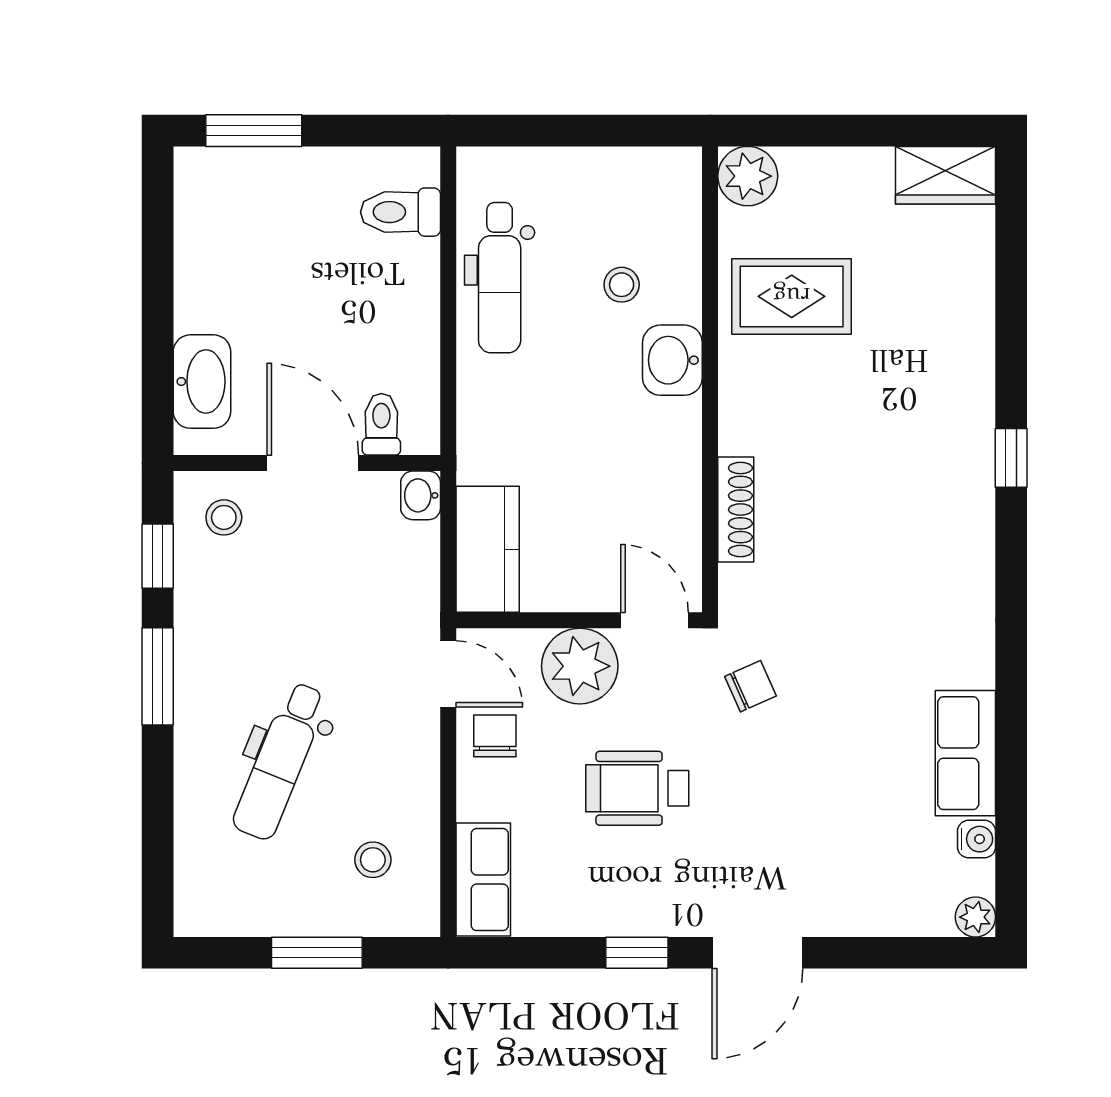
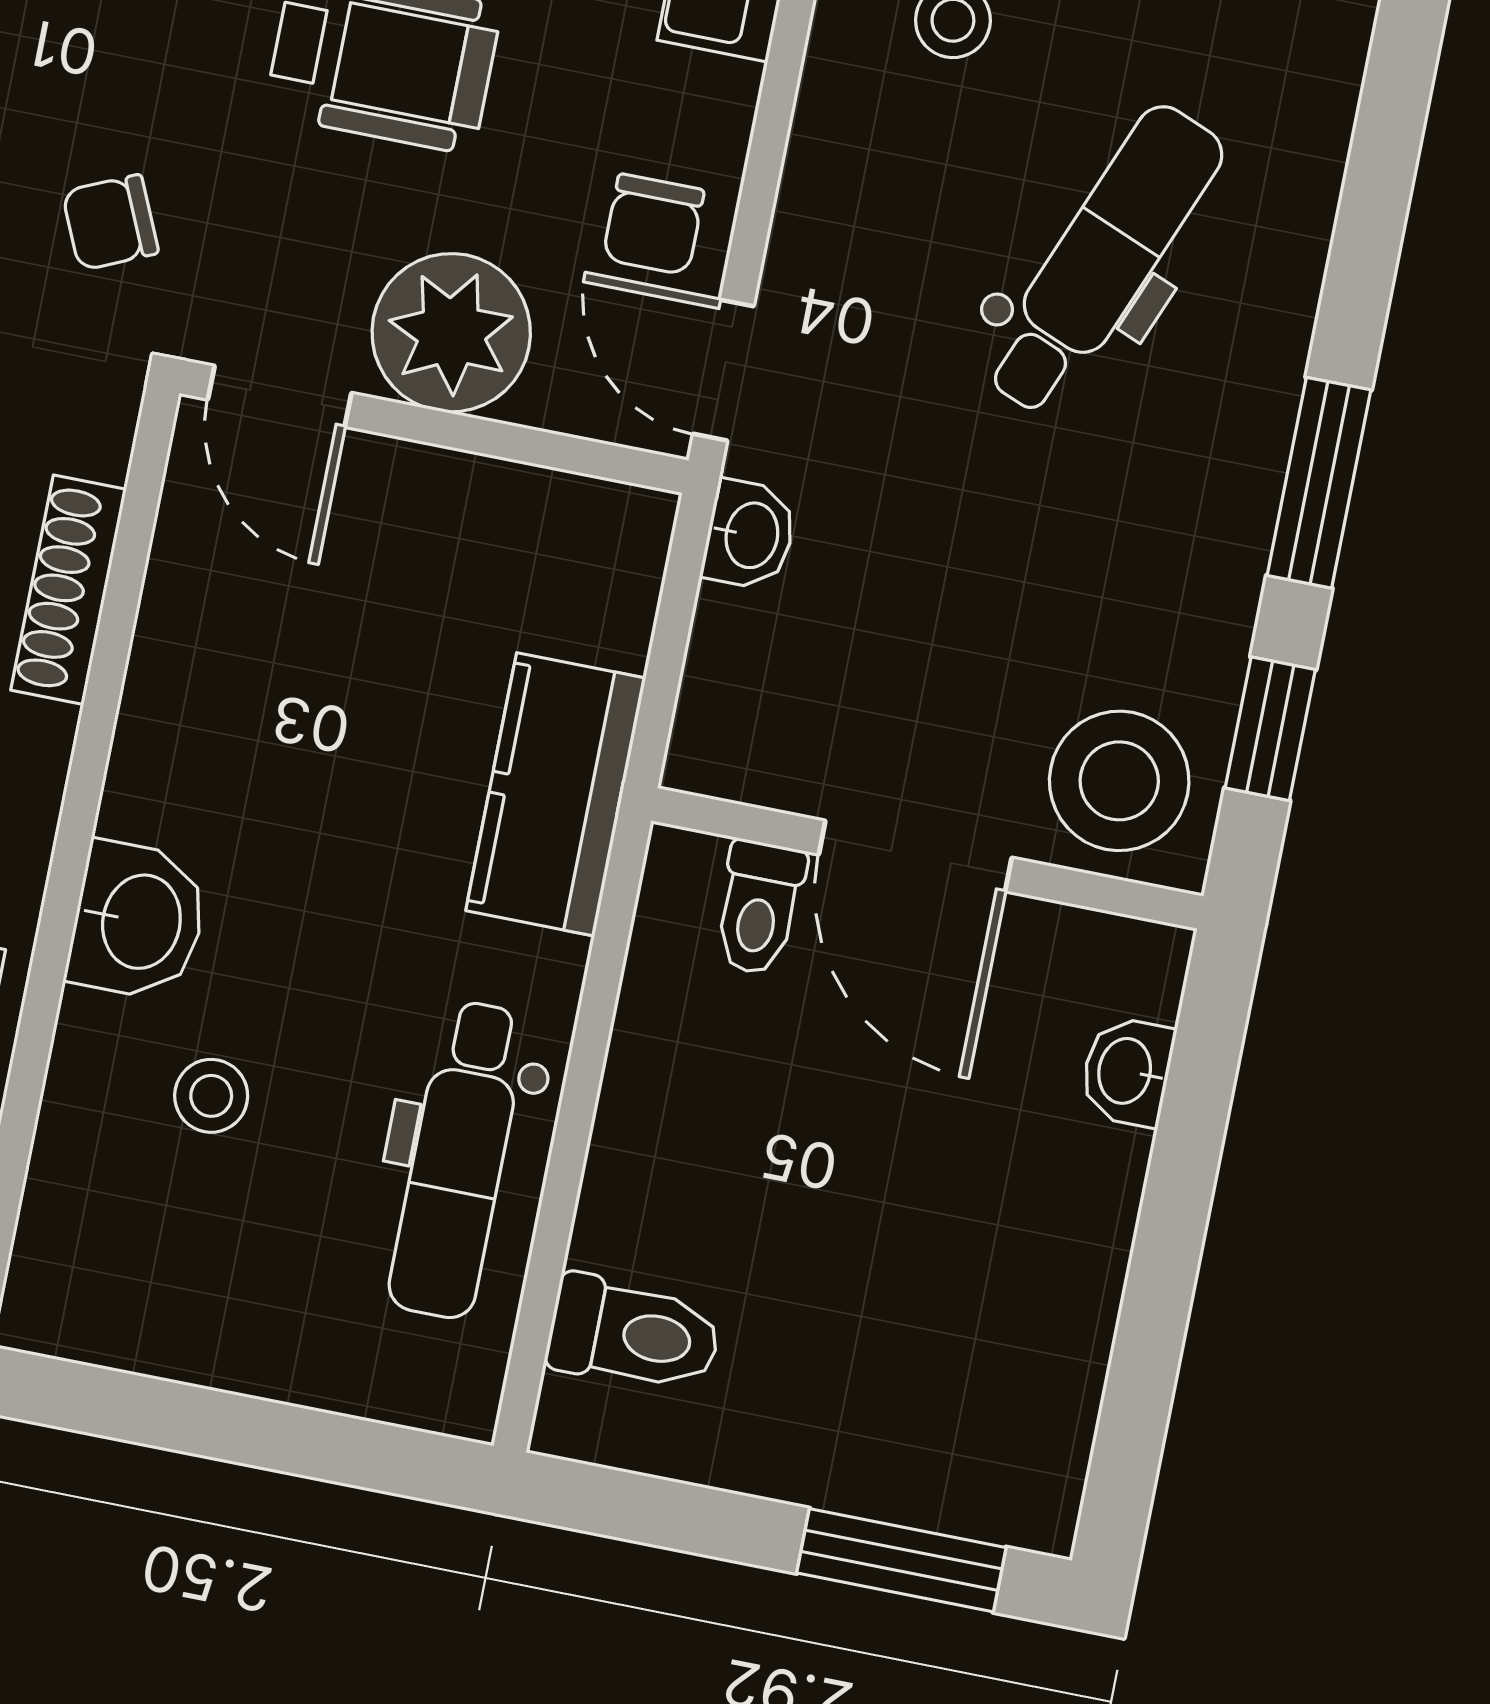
dental chair: (500, 278) -> (458, 1160), turned 180
washbasin: (202, 382) -> (1127, 1071), width x0.52, depth x0.69
washbasin: (421, 495) -> (750, 535), moved
stool: (224, 517) -> (1119, 781), width x1.89, depth x1.89
kitchen counter: (488, 549) -> (556, 794), moved

